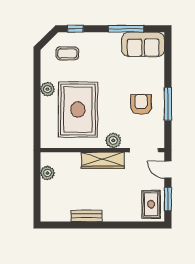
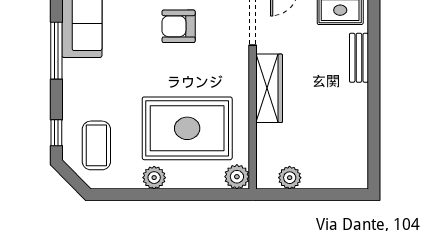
coffee table: (67, 53) -> (96, 145), width x1.36, depth x1.30
plant: (113, 140) -> (237, 177), moved
bench: (86, 216) -> (359, 58), moved

